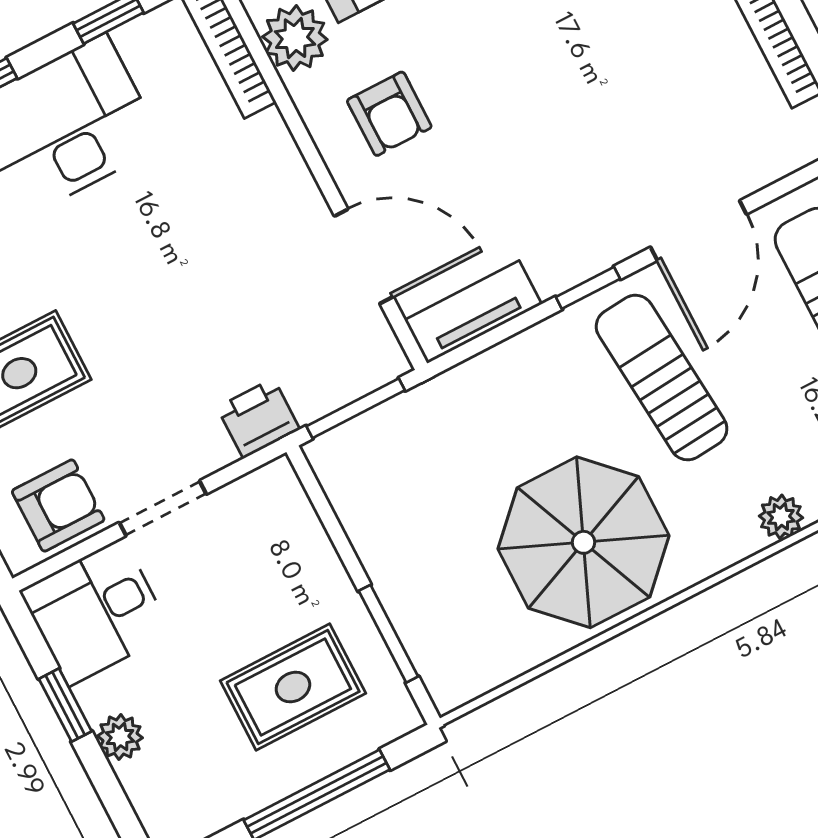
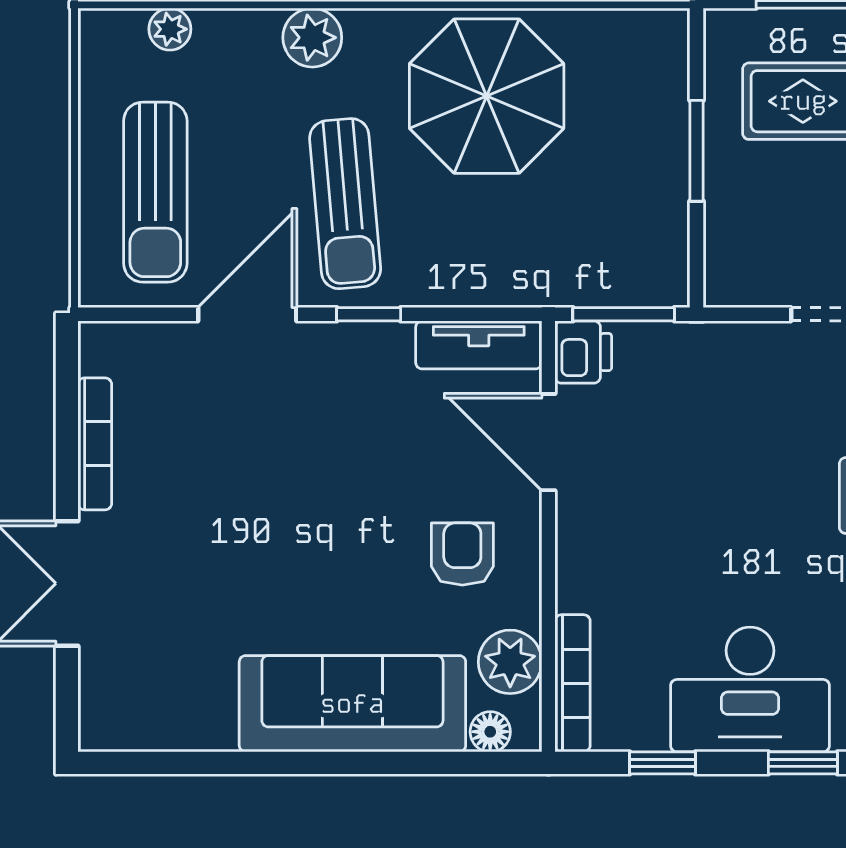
printer: (258, 418) -> (583, 352), moved, turned -90
plant: (781, 517) -> (312, 38), width x1.38, depth x1.38
window: (388, 634) -> (696, 151), moved

